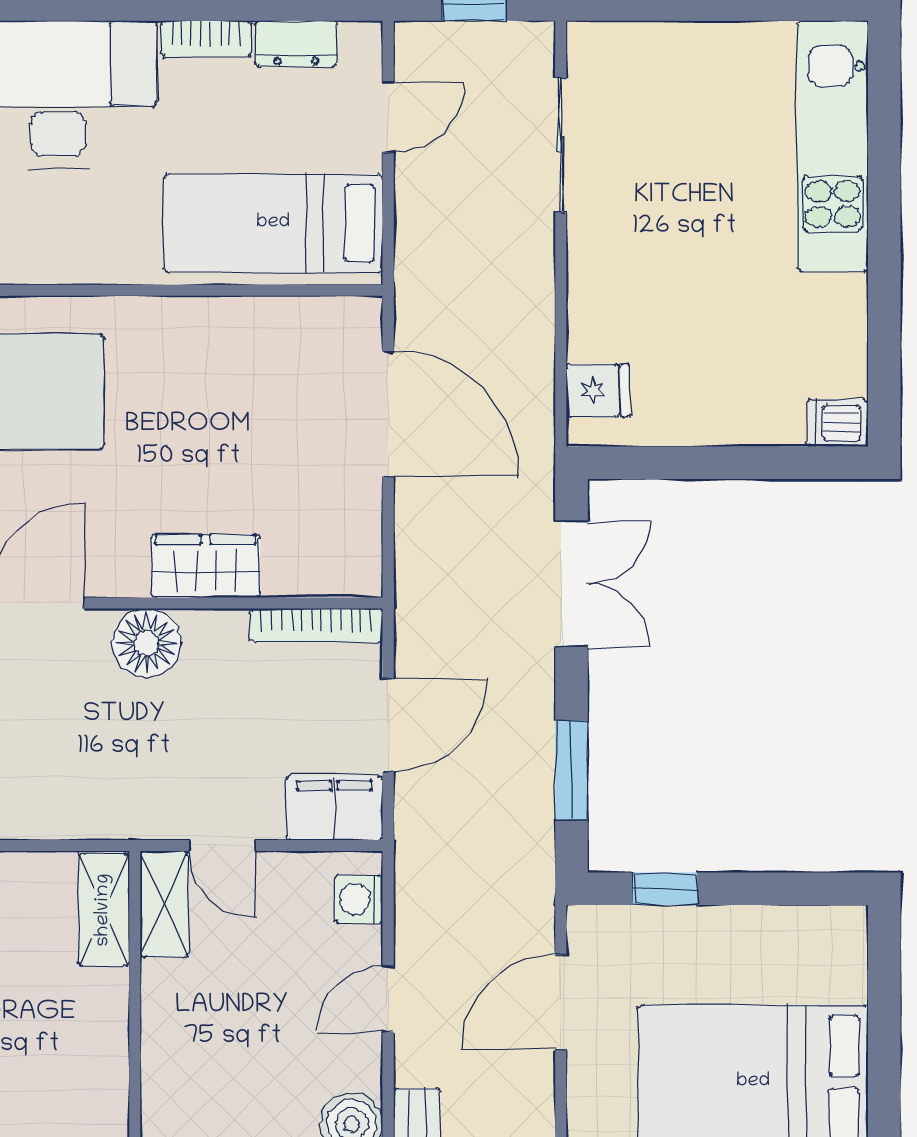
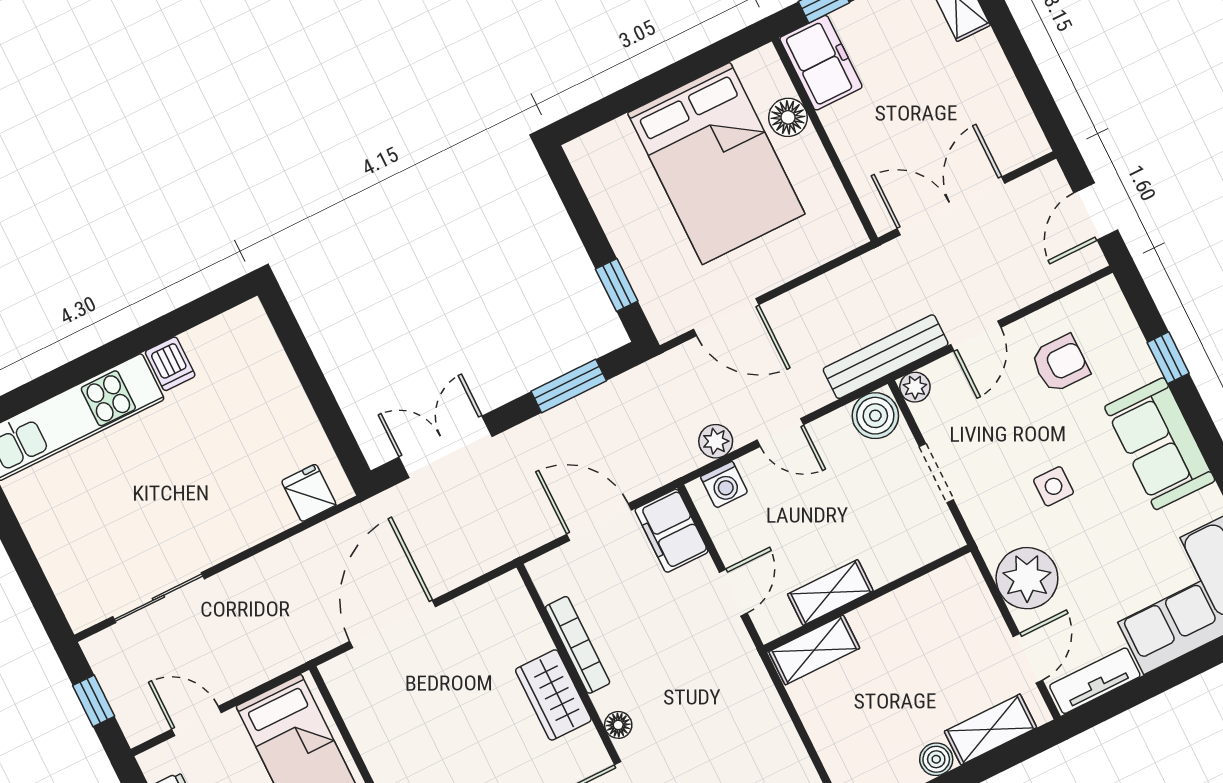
dishwasher: (838, 423) -> (170, 364), moved
bookcase: (316, 625) -> (578, 645), moved
floor lamp: (147, 643) -> (618, 725), width x0.53, depth x0.53
shelving: (164, 904) -> (830, 592), moved
plant: (416, 915) -> (716, 441), added

